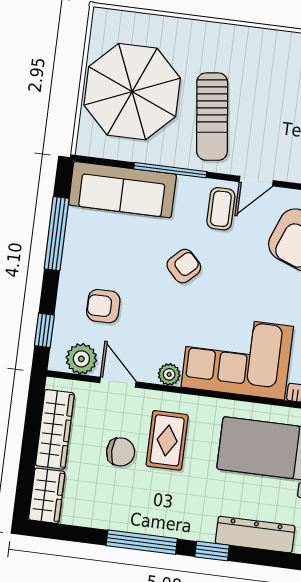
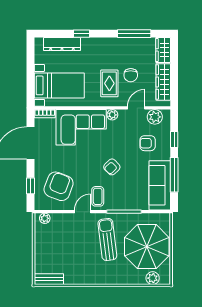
plant: (128, 24) -> (153, 278), added
sofa: (122, 190) -> (160, 185), moved, turned -90
armchair: (103, 306) -> (148, 143), turned 180
window: (44, 330) -> (174, 140), moved
door: (118, 382) -> (136, 108), swing flipped
chair: (121, 452) -> (131, 75), turned -90
window: (142, 542) -> (134, 34), moved

